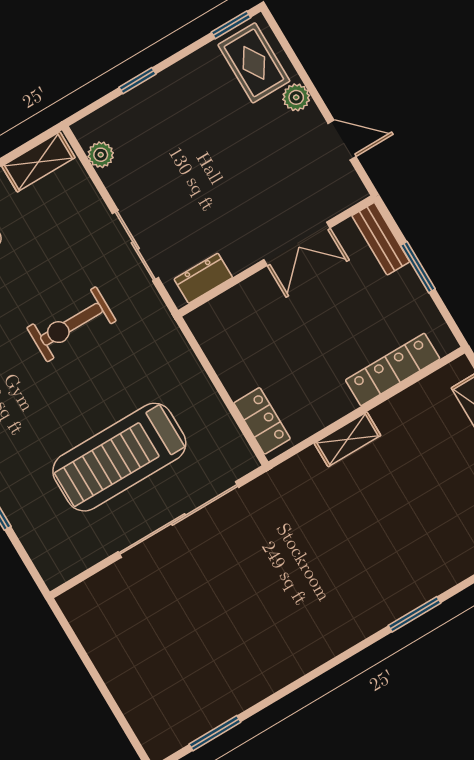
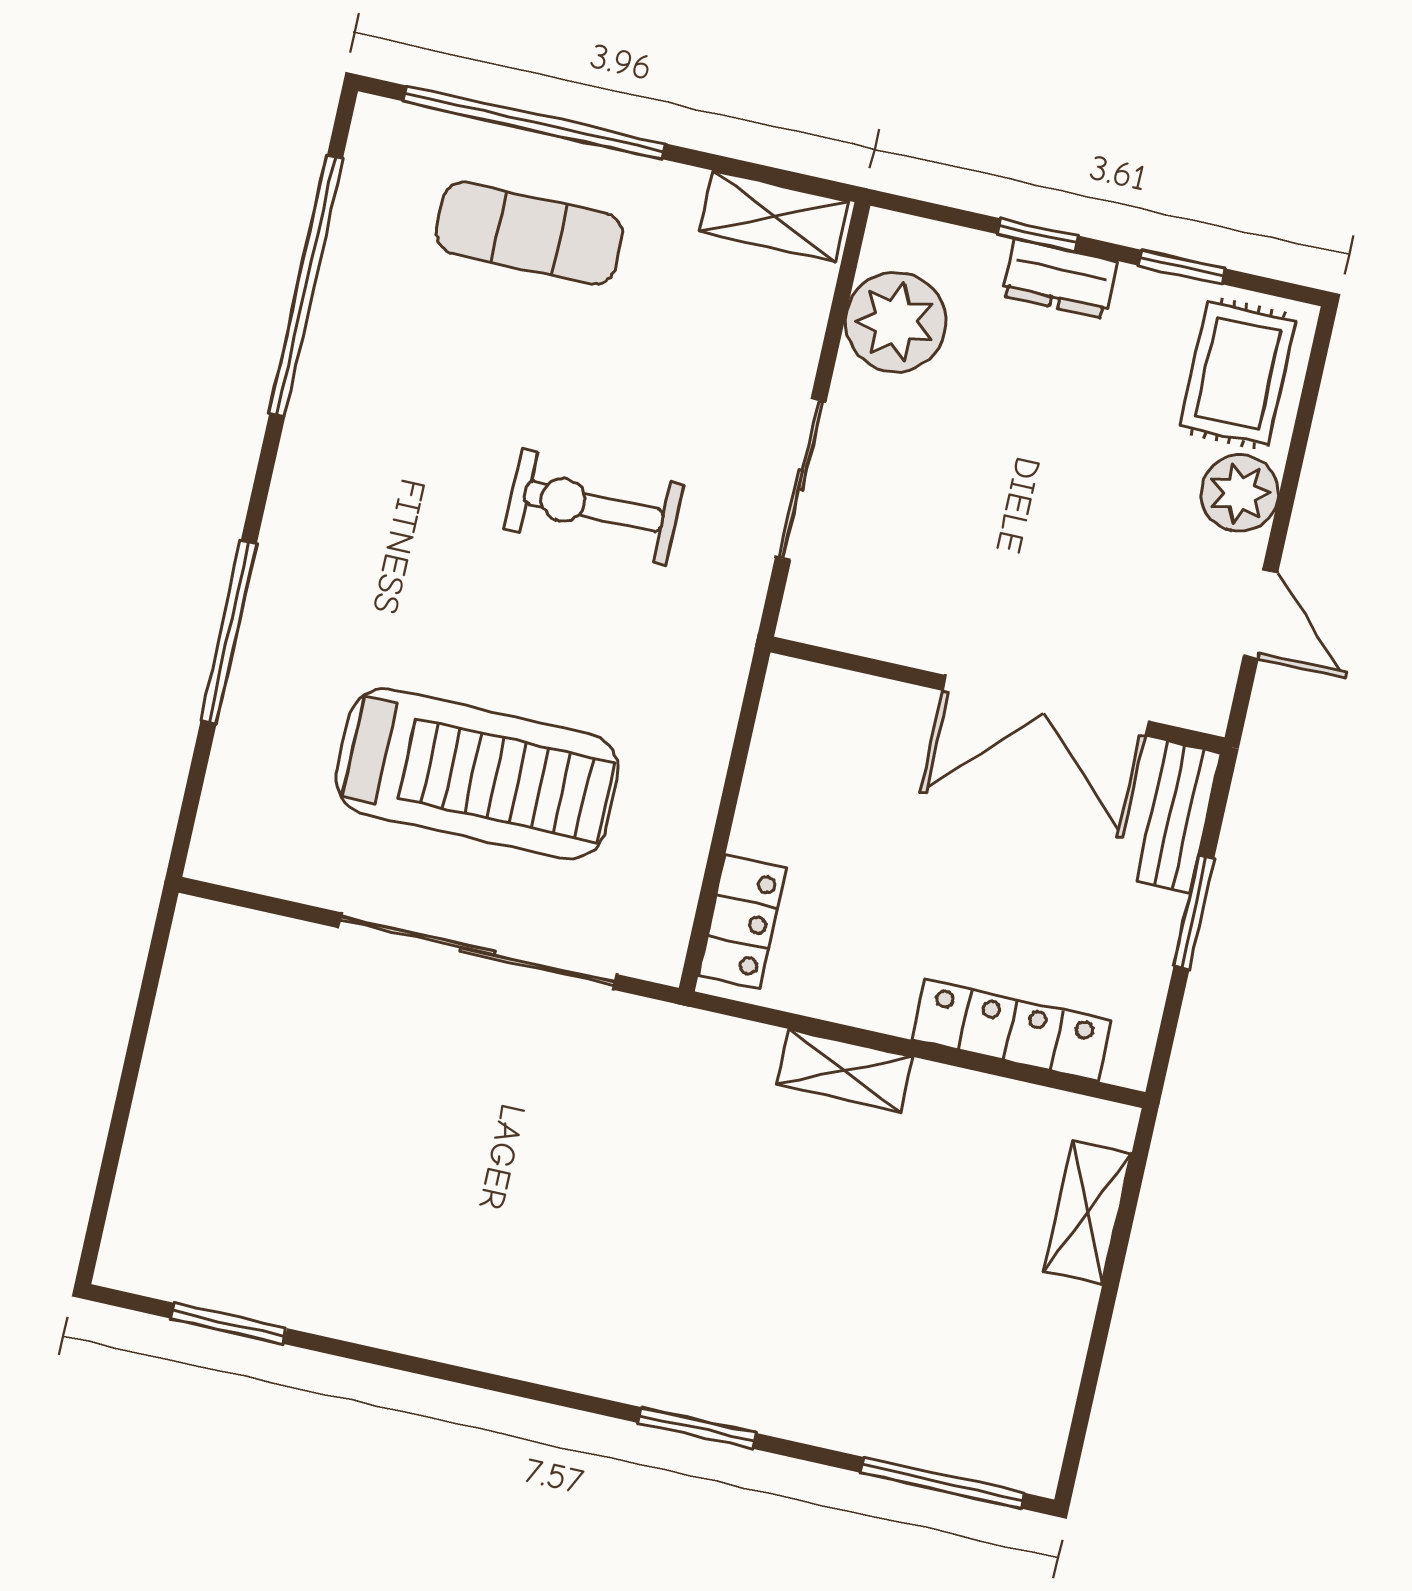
window: (231, 25) -> (1182, 267), moved
plant: (296, 97) -> (1240, 493), width x1.38, depth x1.38
plant: (101, 155) -> (896, 322), width x1.88, depth x1.88
double door: (297, 244) -> (1046, 706), width x1.37
dresser: (203, 278) -> (1060, 279), moved, turned 180
treadmill: (119, 457) -> (477, 774), turned 180

